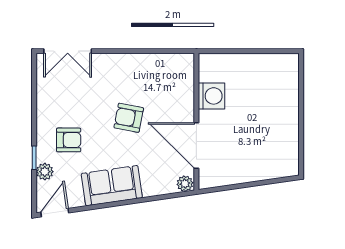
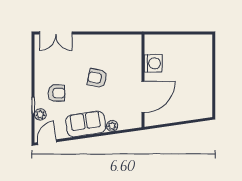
door: (196, 146) -> (143, 97), swing flipped
plant: (185, 184) -> (112, 126), moved

